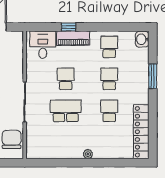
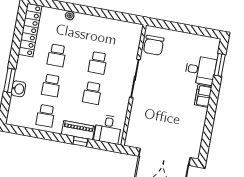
washbasin: (142, 39) -> (18, 89), moved
school desk: (66, 111) -> (98, 63), width x0.54
plant: (88, 154) -> (70, 16), moved

